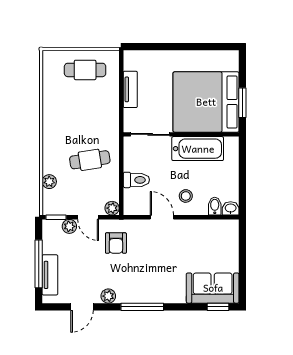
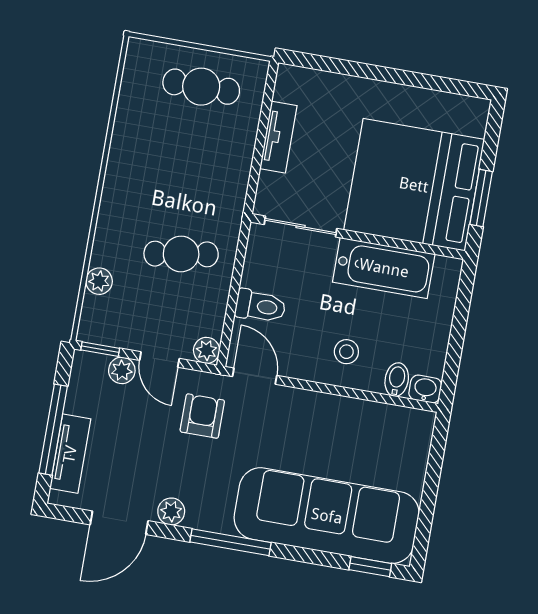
door: (162, 217) -> (255, 376), moved
armchair: (116, 243) -> (202, 416), turned 180
sofa: (213, 288) -> (327, 516), width x1.85, depth x1.27
door: (82, 307) -> (119, 523), width x1.38

